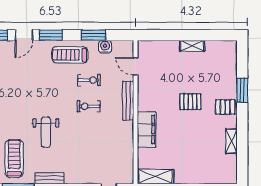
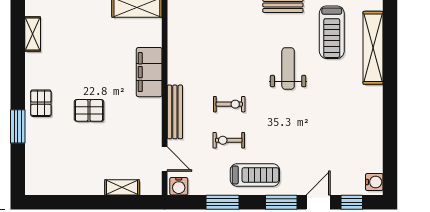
shelving: (192, 46) -> (122, 187), moved
water cooler: (105, 47) -> (179, 186), moved
pallet: (225, 107) -> (41, 103), turned 90
shelving: (231, 141) -> (33, 34), moved

